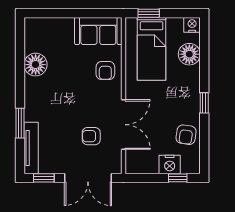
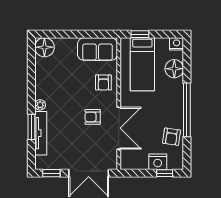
floor lamp: (36, 65) -> (44, 47), moved
plant: (30, 97) -> (40, 105), added
window: (204, 103) -> (187, 110), width x3.17
armchair: (91, 136) -> (93, 117), moved
tv unit: (31, 148) -> (41, 133), moved

